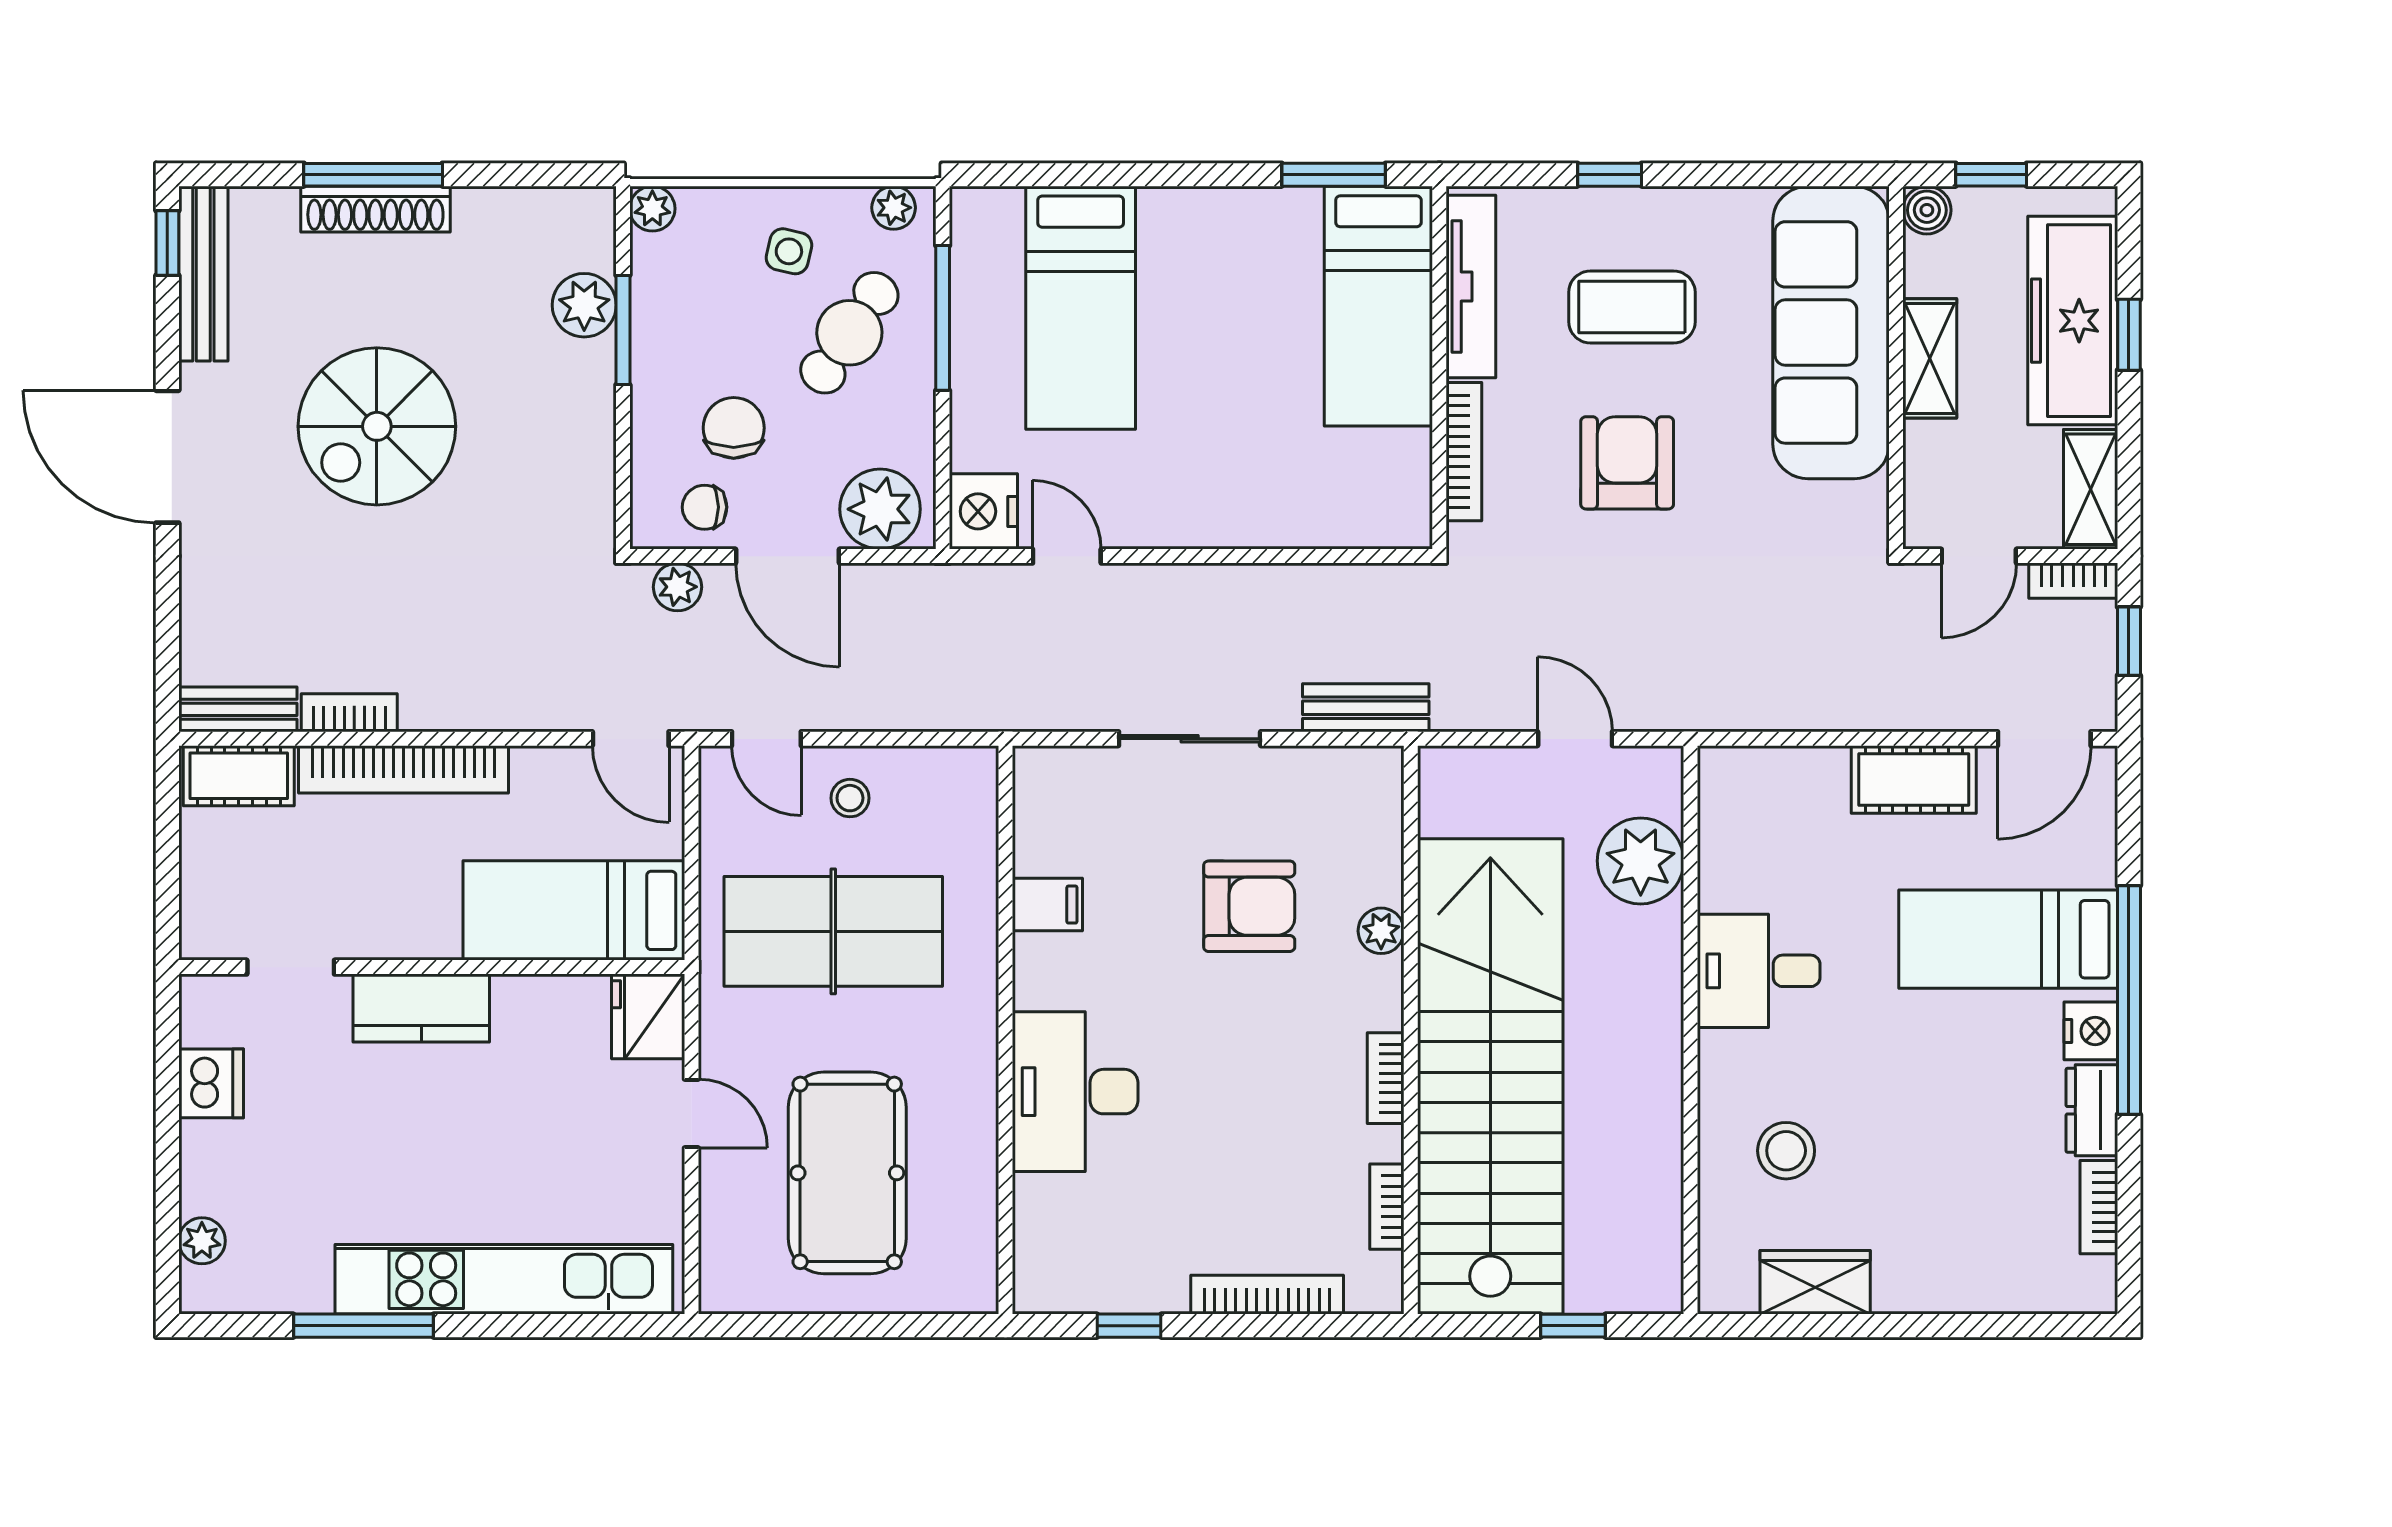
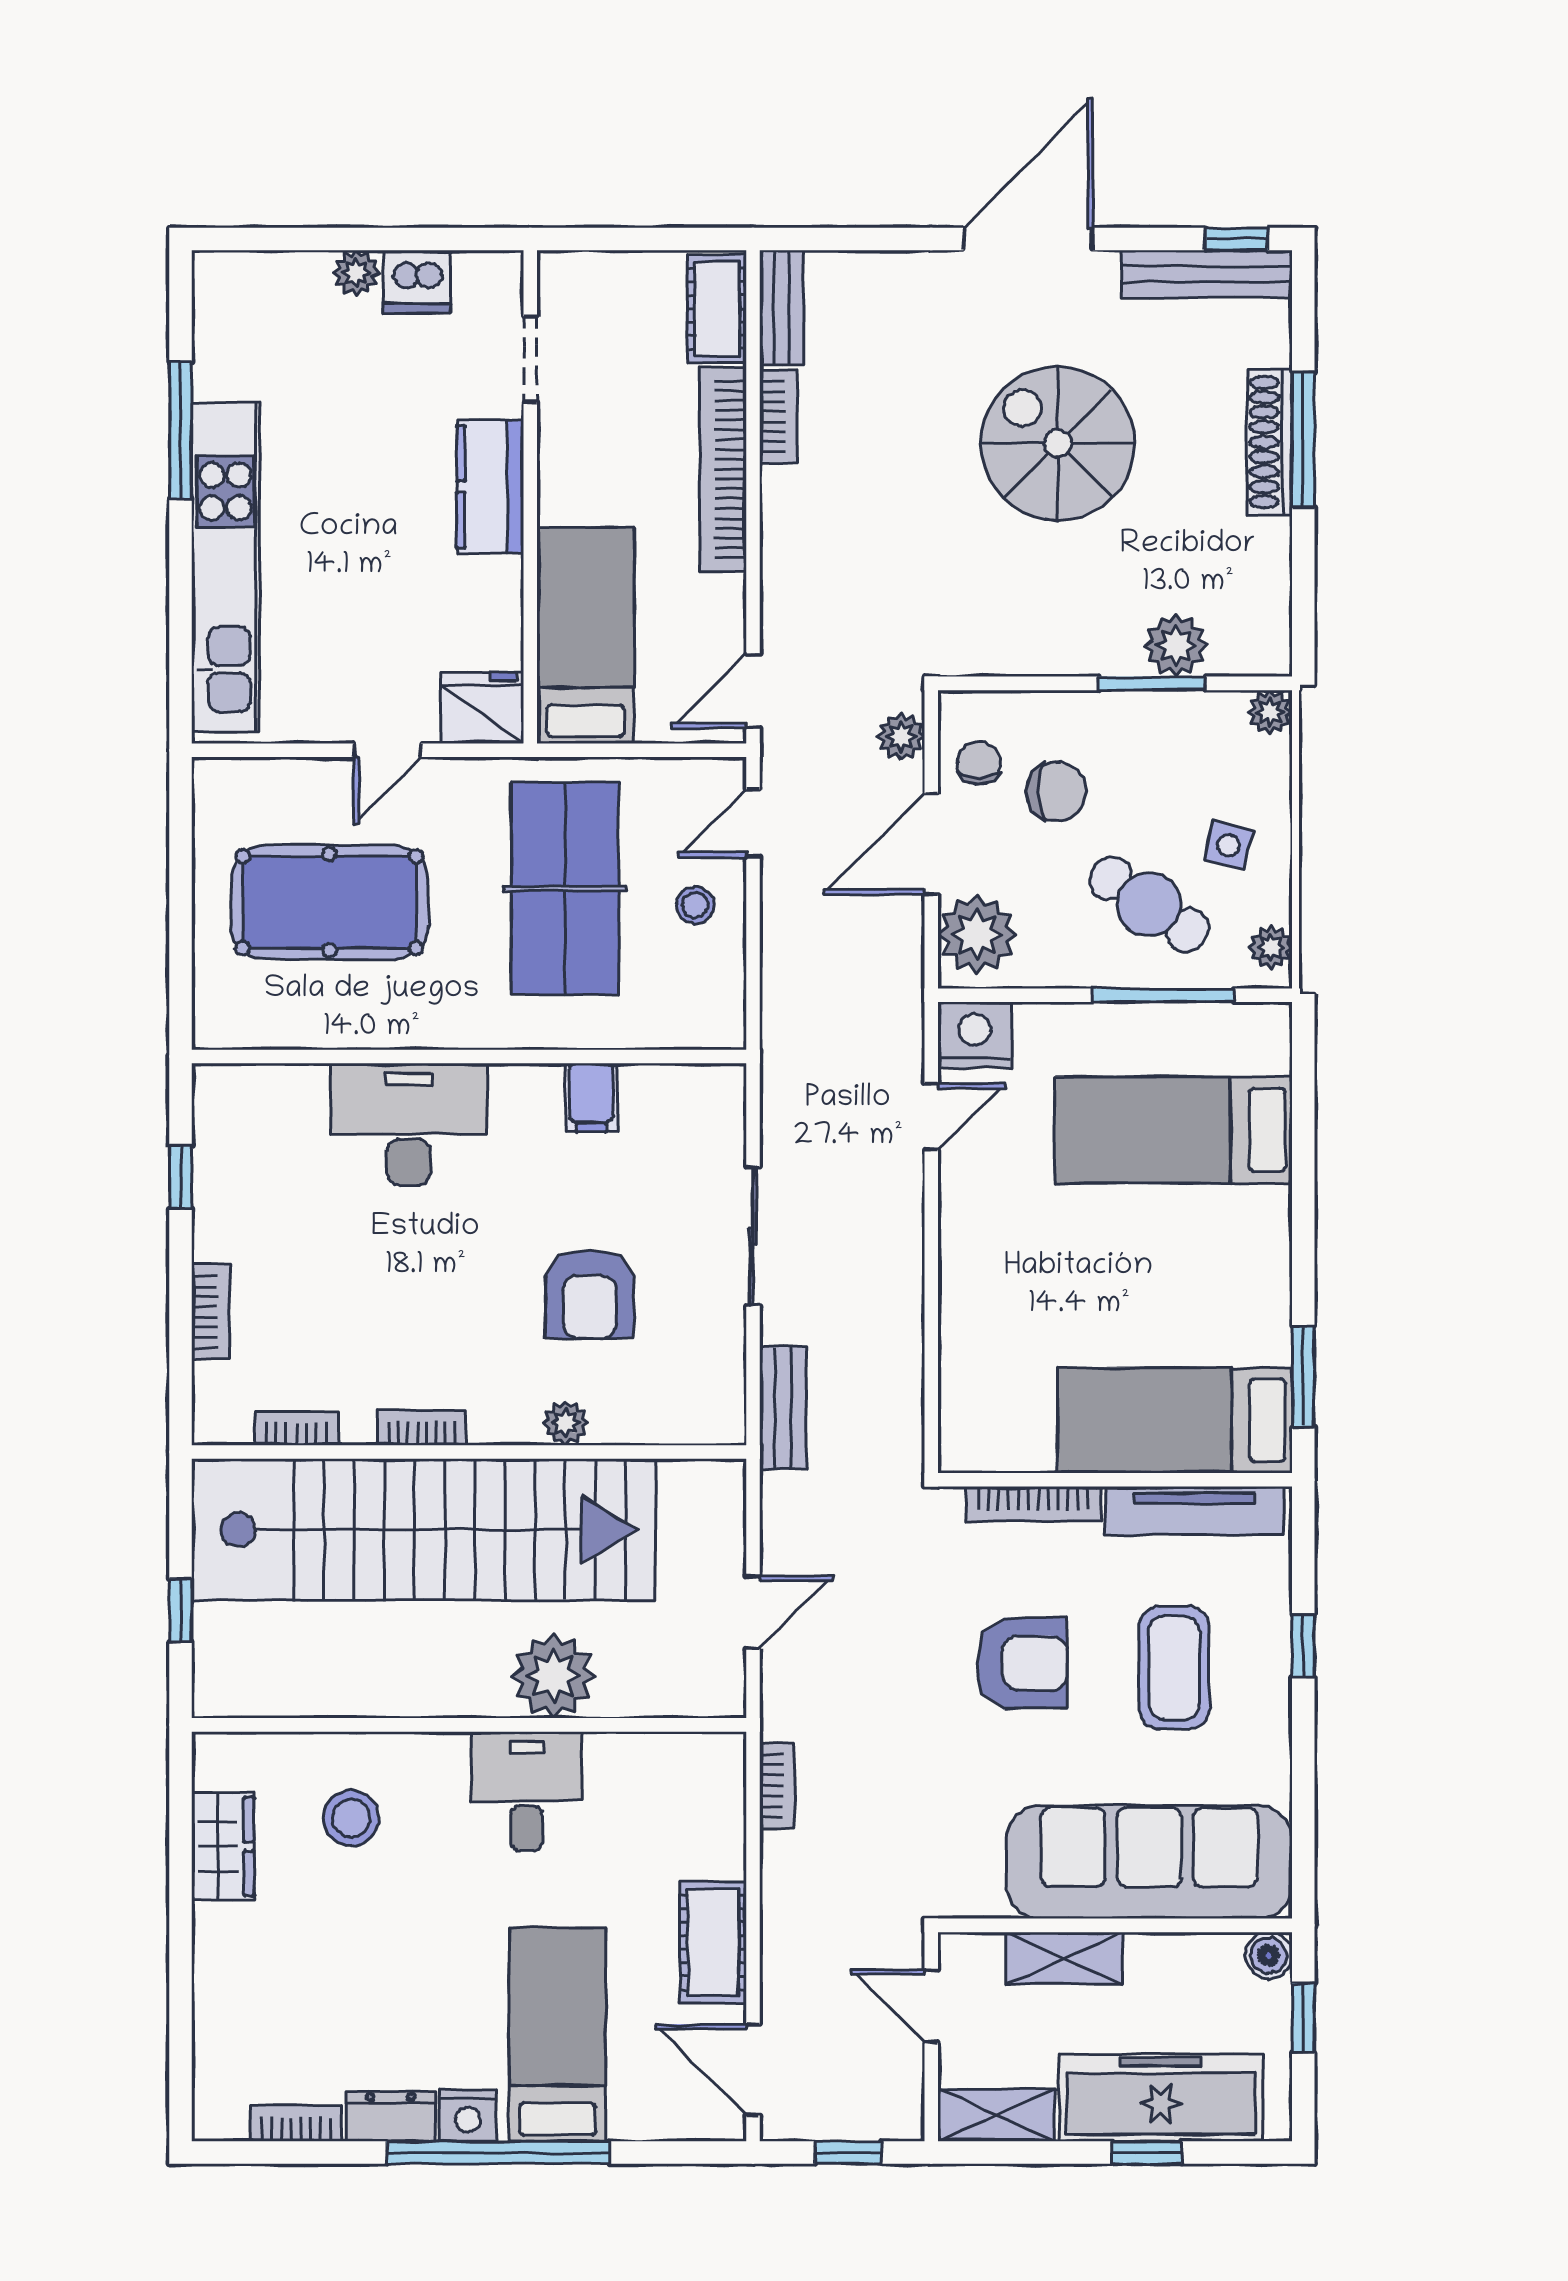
shelving: (1930, 358) -> (1064, 1958), moved
bookcase: (2073, 581) -> (777, 1786), moved, turned 180
plant: (1641, 861) -> (553, 1676), moved
plant: (202, 1241) -> (356, 273), moved
bookcase: (1267, 1295) -> (211, 1312), width x0.64

